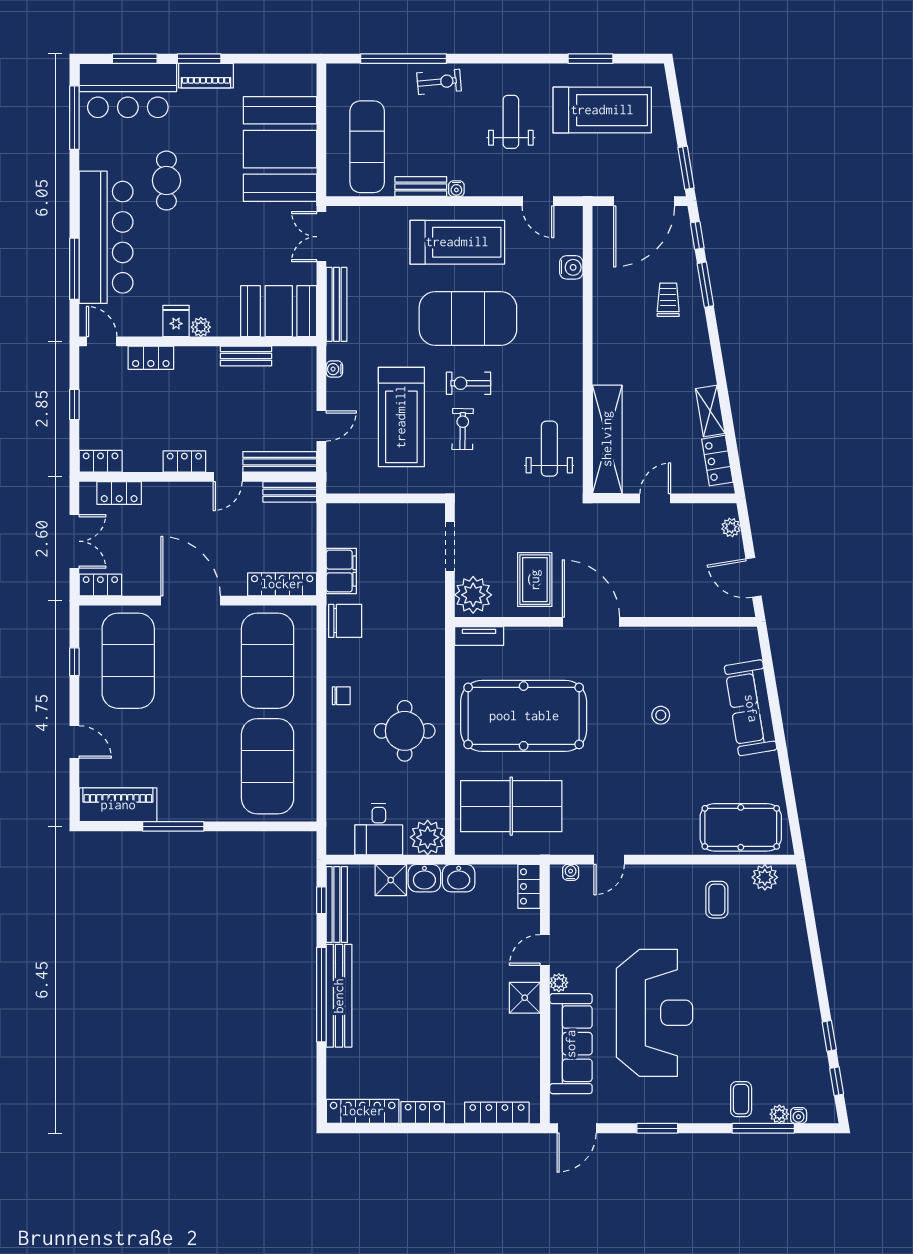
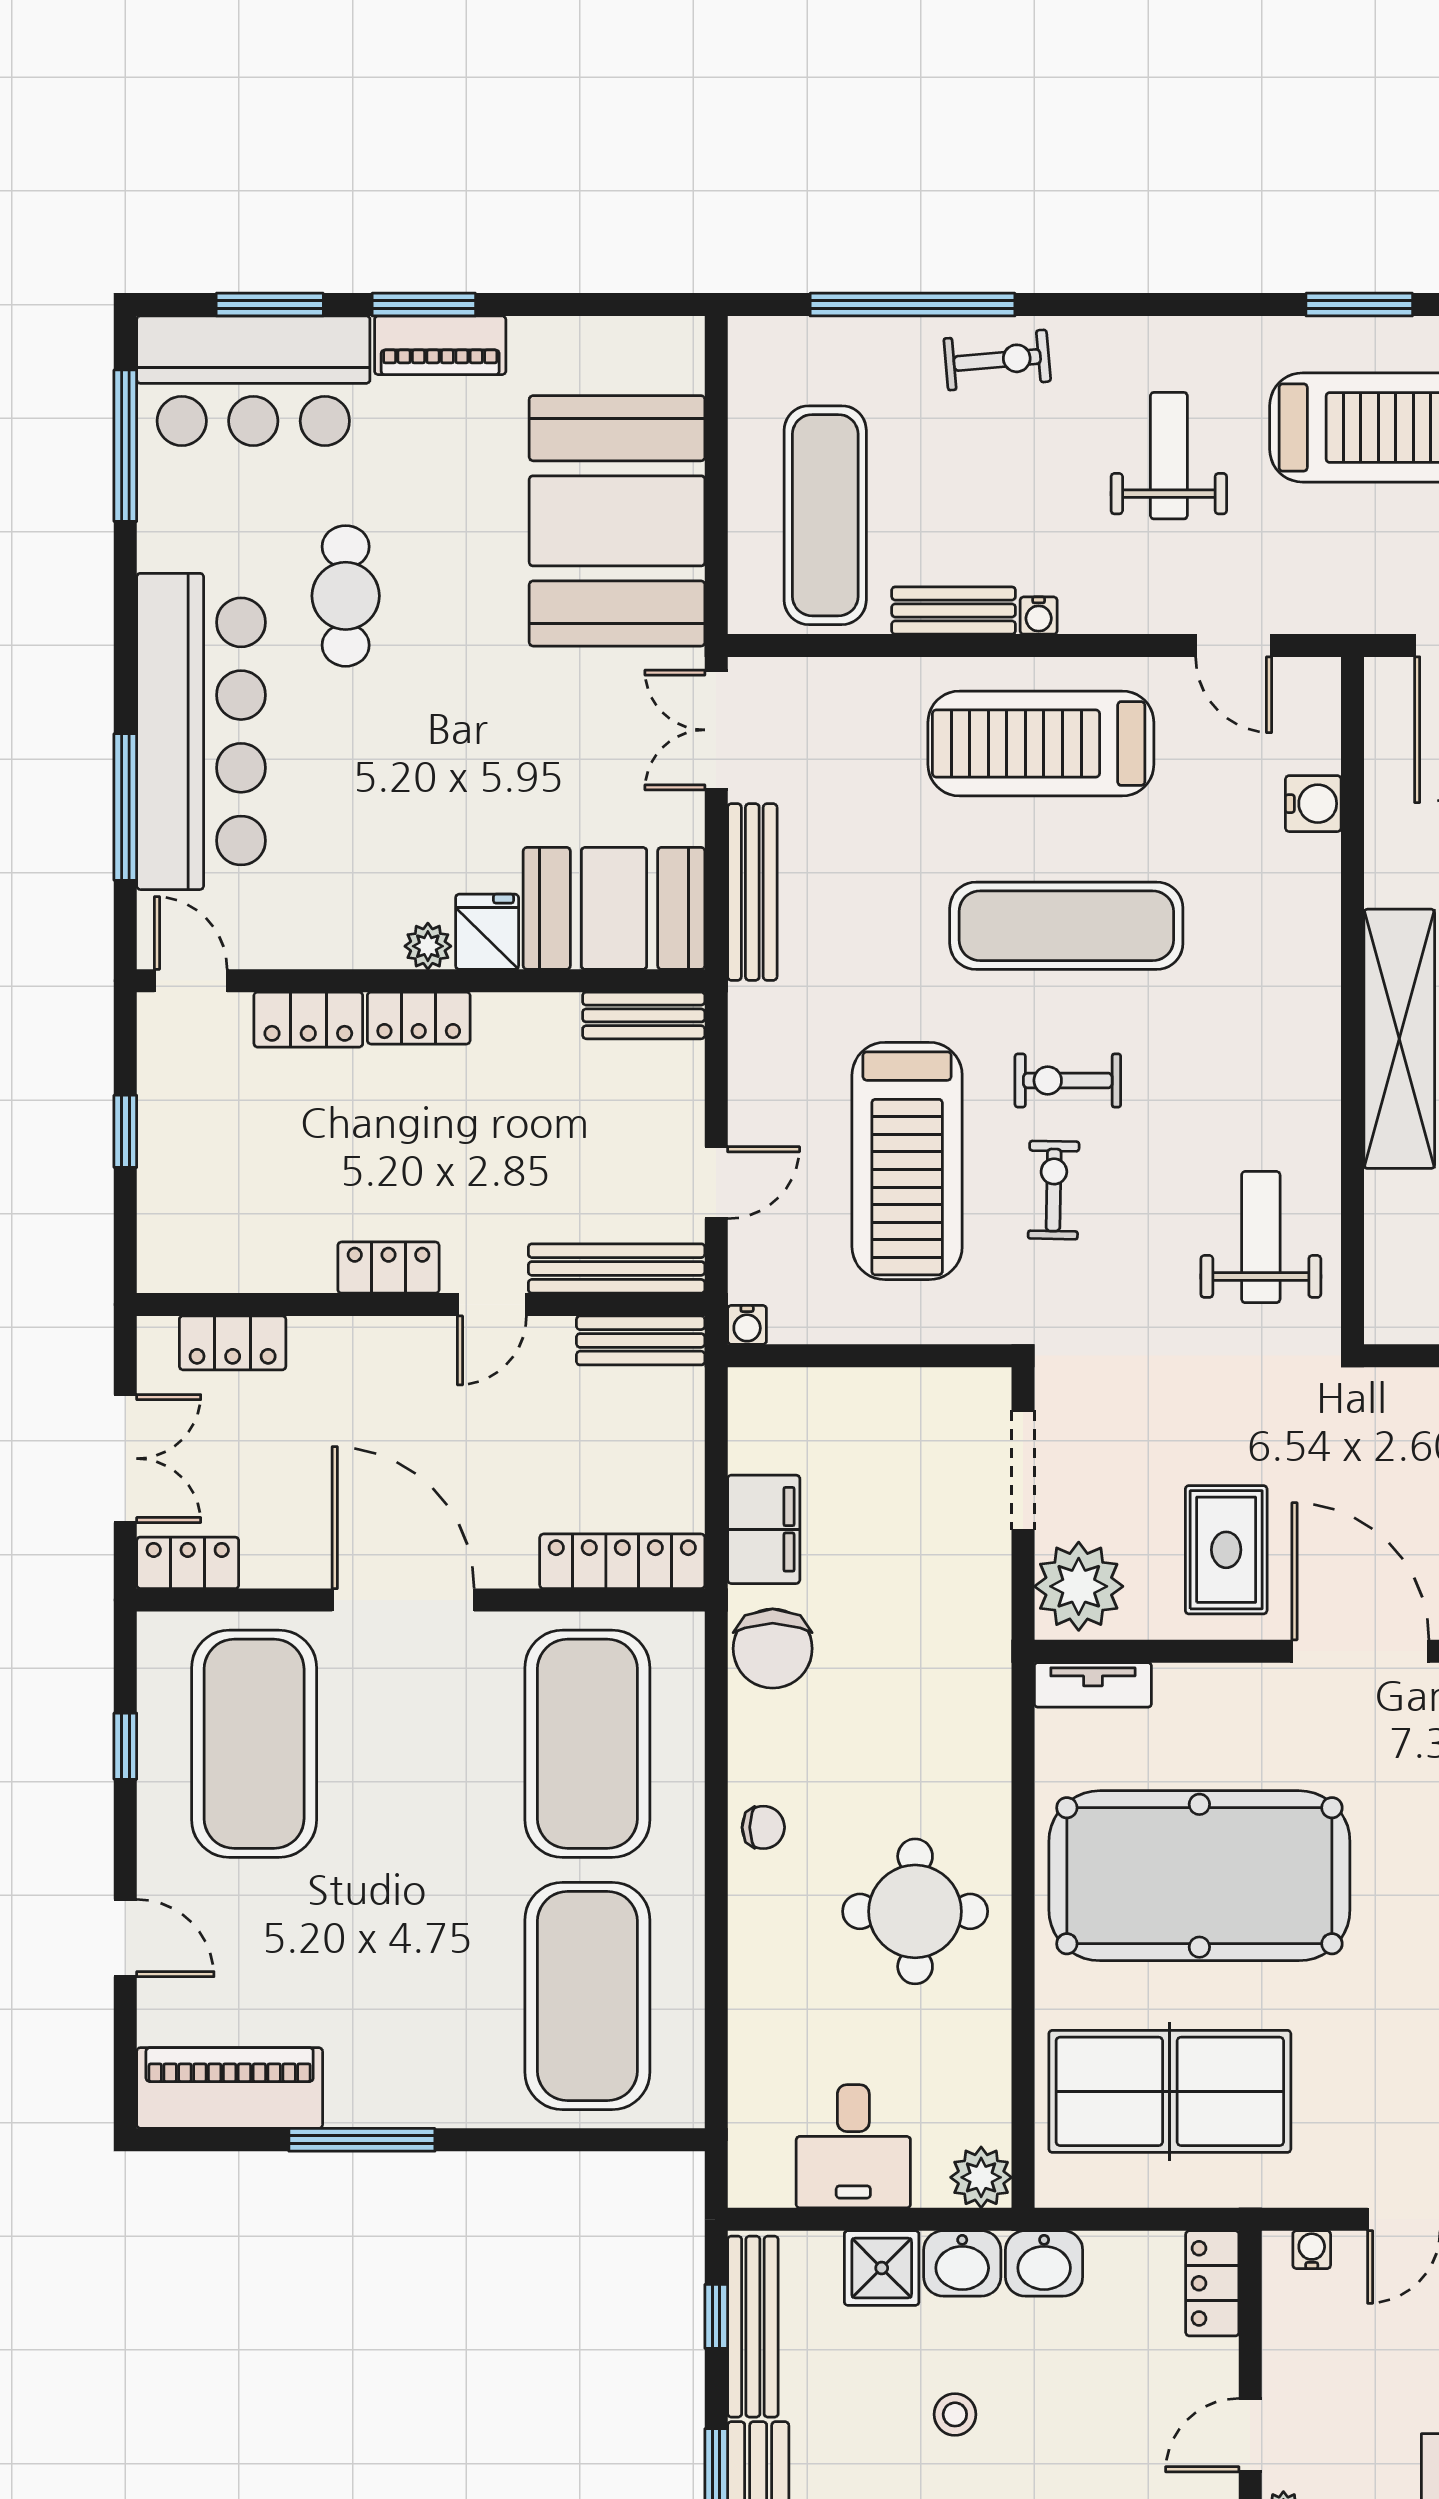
treadmill: (457, 242) -> (1041, 743), turned 180
exercise mat: (468, 318) -> (1066, 926), width x0.68
fridge: (176, 321) -> (487, 932), moved
bench: (246, 356) -> (644, 1015), moved
water cooler: (334, 369) -> (747, 1325), moved, turned -90
shelving: (607, 439) -> (1399, 1039), moved
locker: (101, 461) -> (419, 1018), moved, turned 180
chair: (345, 621) -> (773, 1649), turned 90
plant: (428, 837) -> (981, 2177), width x0.73, depth x0.73
stool: (421, 941) -> (955, 2414), added

